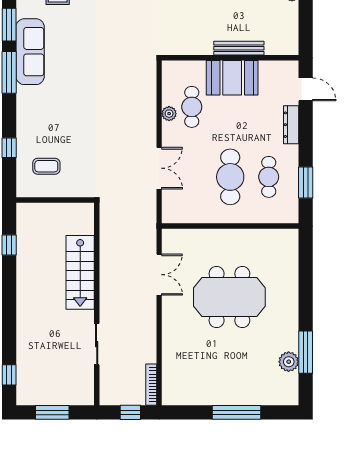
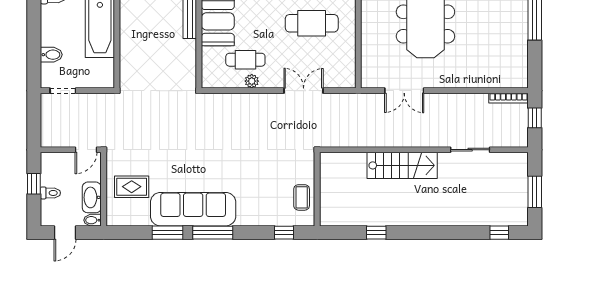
sofa: (30, 52) -> (193, 209), width x1.36, depth x1.27
wall: (55, 200) -> (317, 189), moved
double door: (159, 275) -> (404, 91), swing flipped

